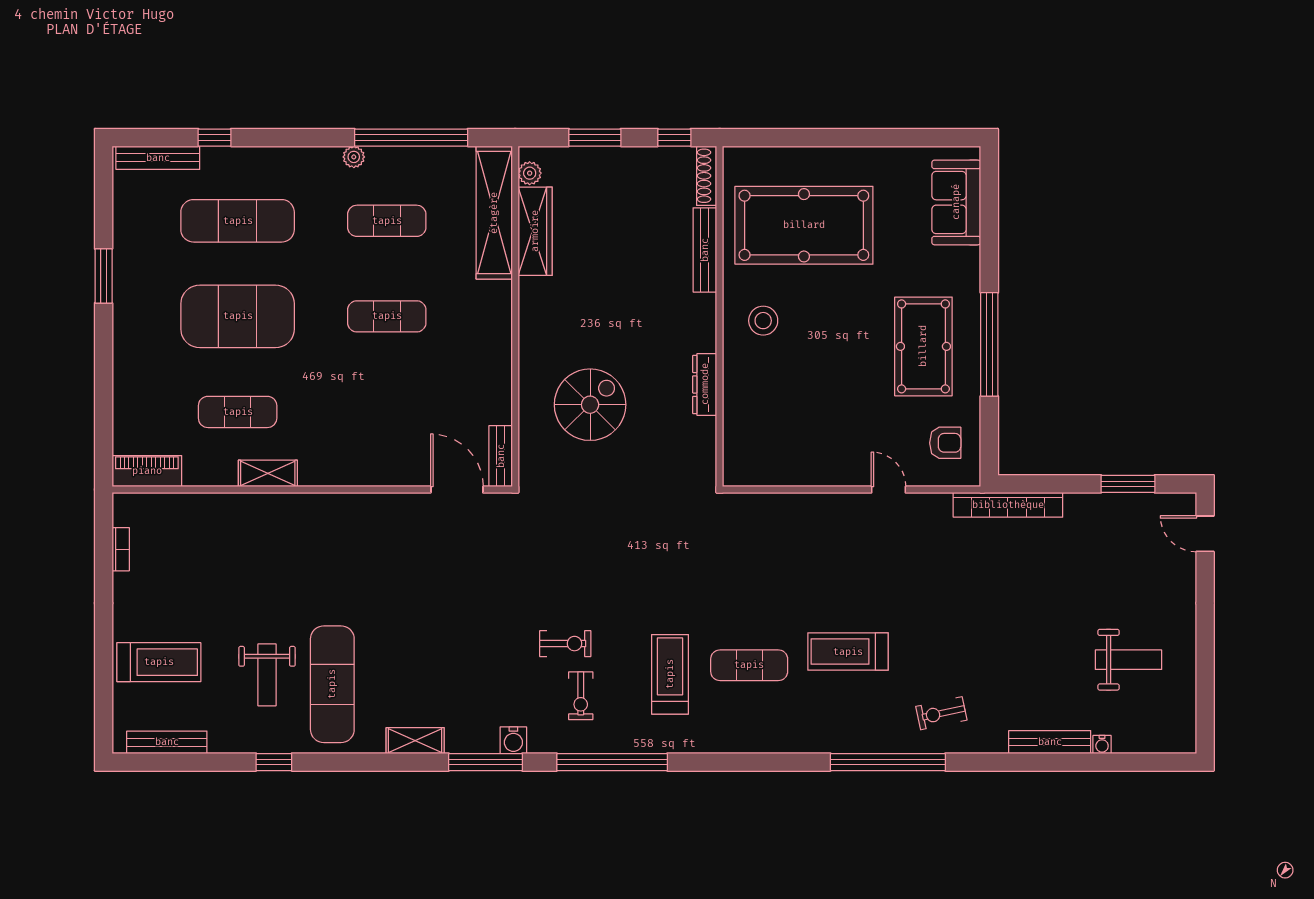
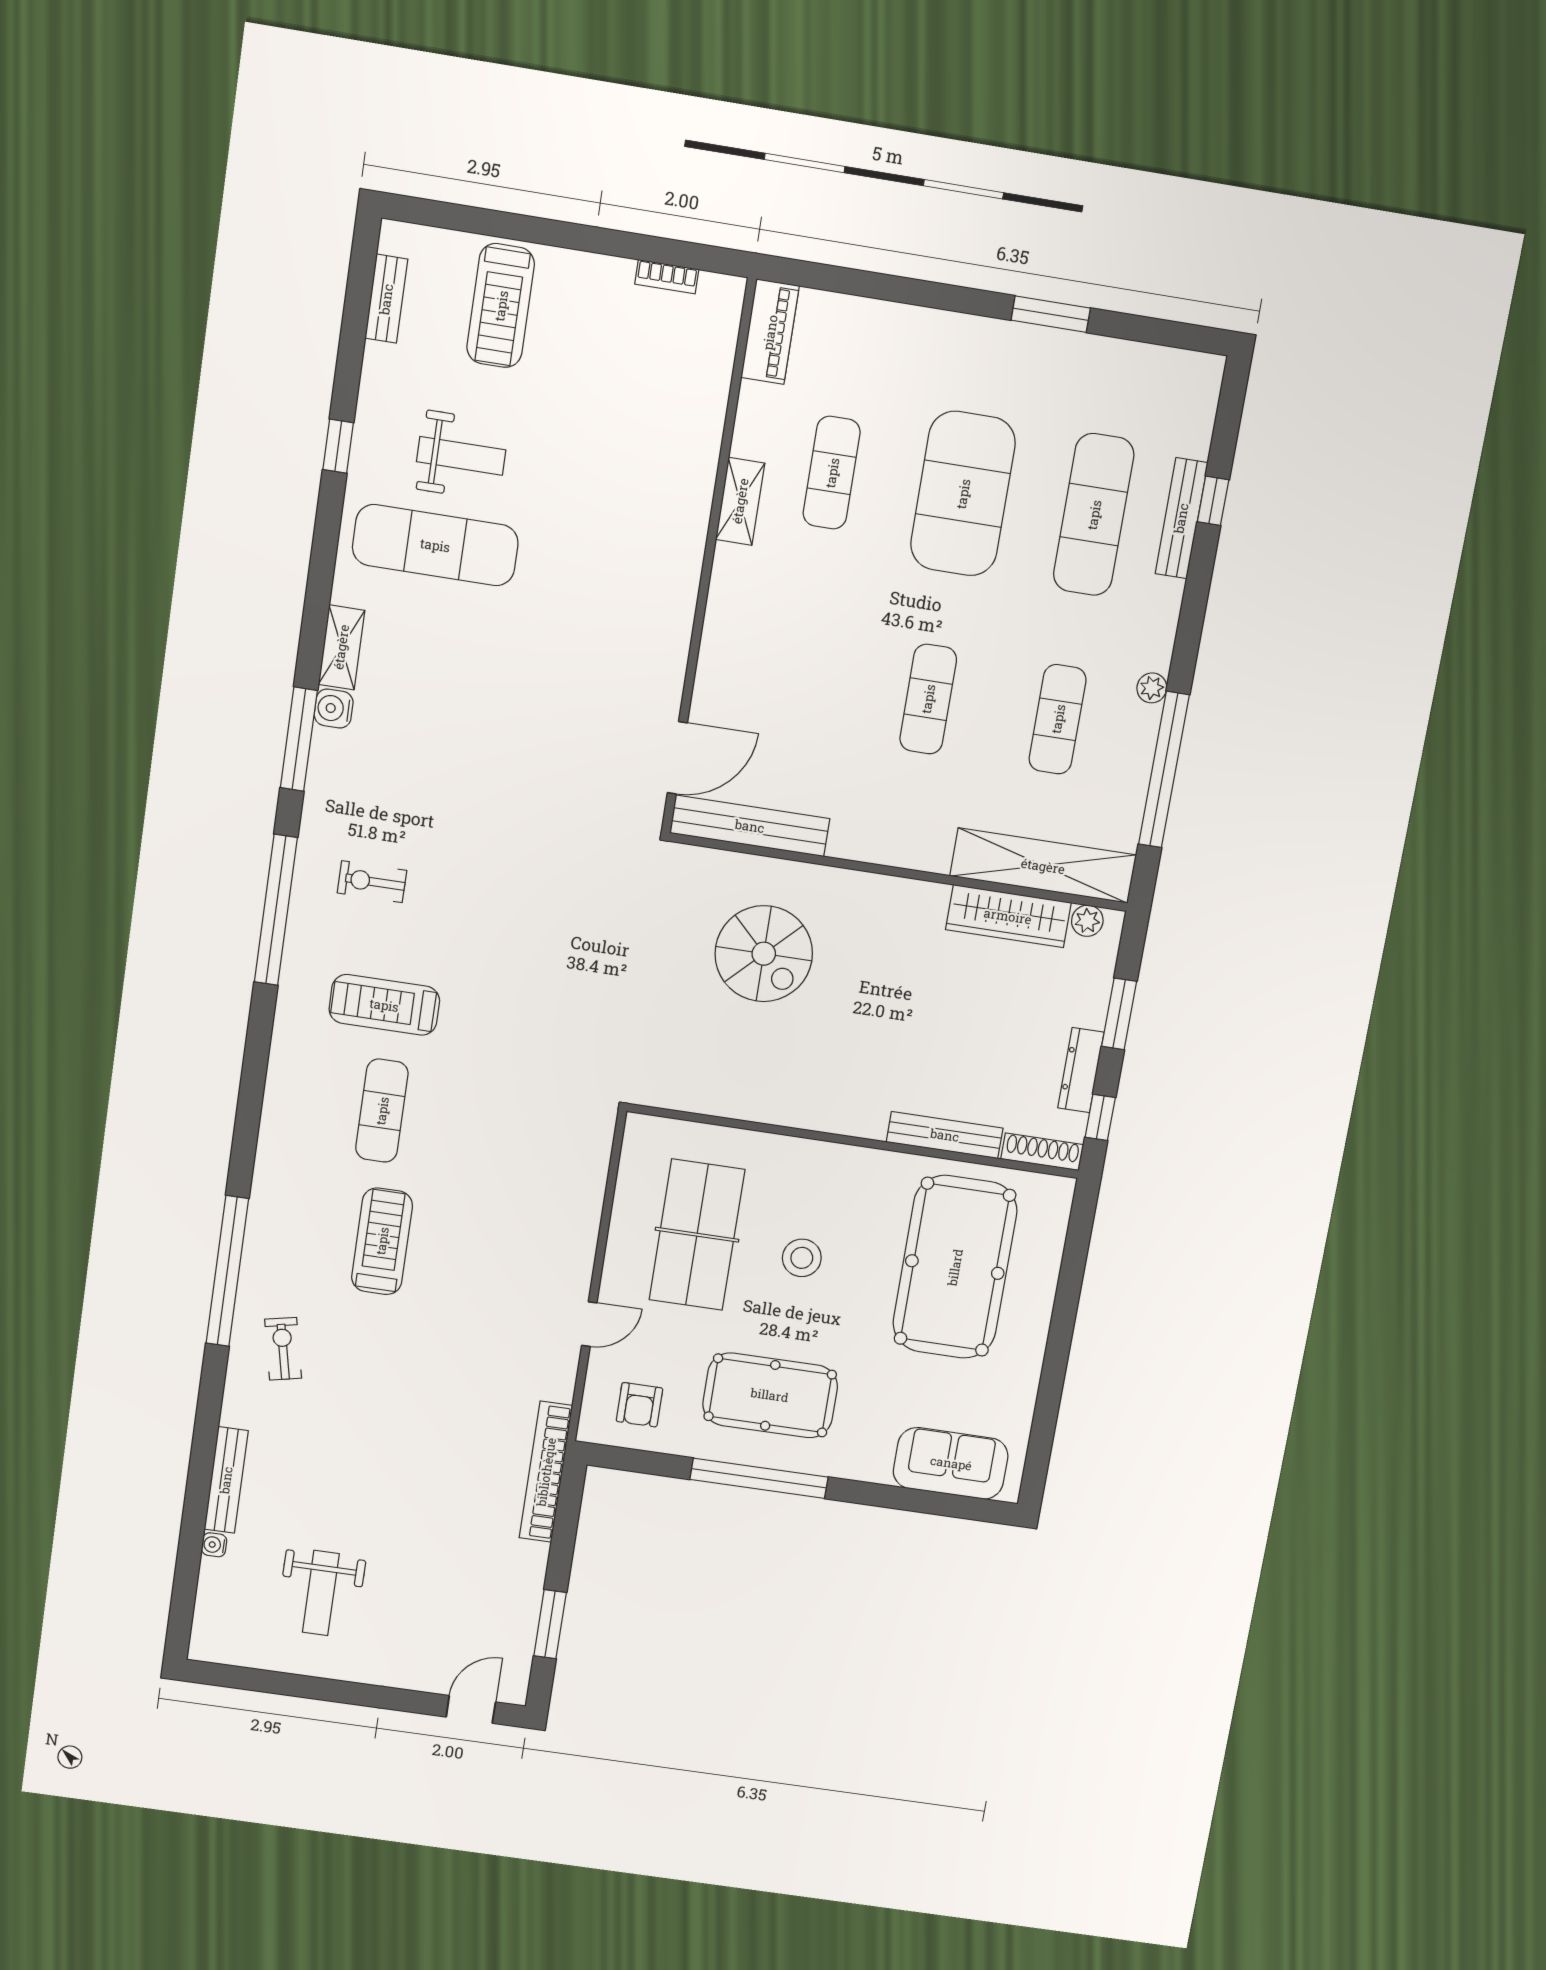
bench: (158, 158) -> (1181, 518), moved
stool: (763, 321) -> (802, 1258), moved
dresser: (705, 384) -> (1081, 1070), moved, turned -90
table tennis table: (808, 420) -> (697, 1235), added
bench: (501, 456) -> (750, 826), width x1.86, depth x1.21
exercise bike: (565, 644) -> (446, 872), removed
treadmill: (670, 674) -> (384, 1005), turned 180
weight bench: (267, 675) -> (461, 456), turned 180
water cooler: (513, 740) -> (334, 708), moved
bench: (167, 742) -> (386, 299), width x0.73

